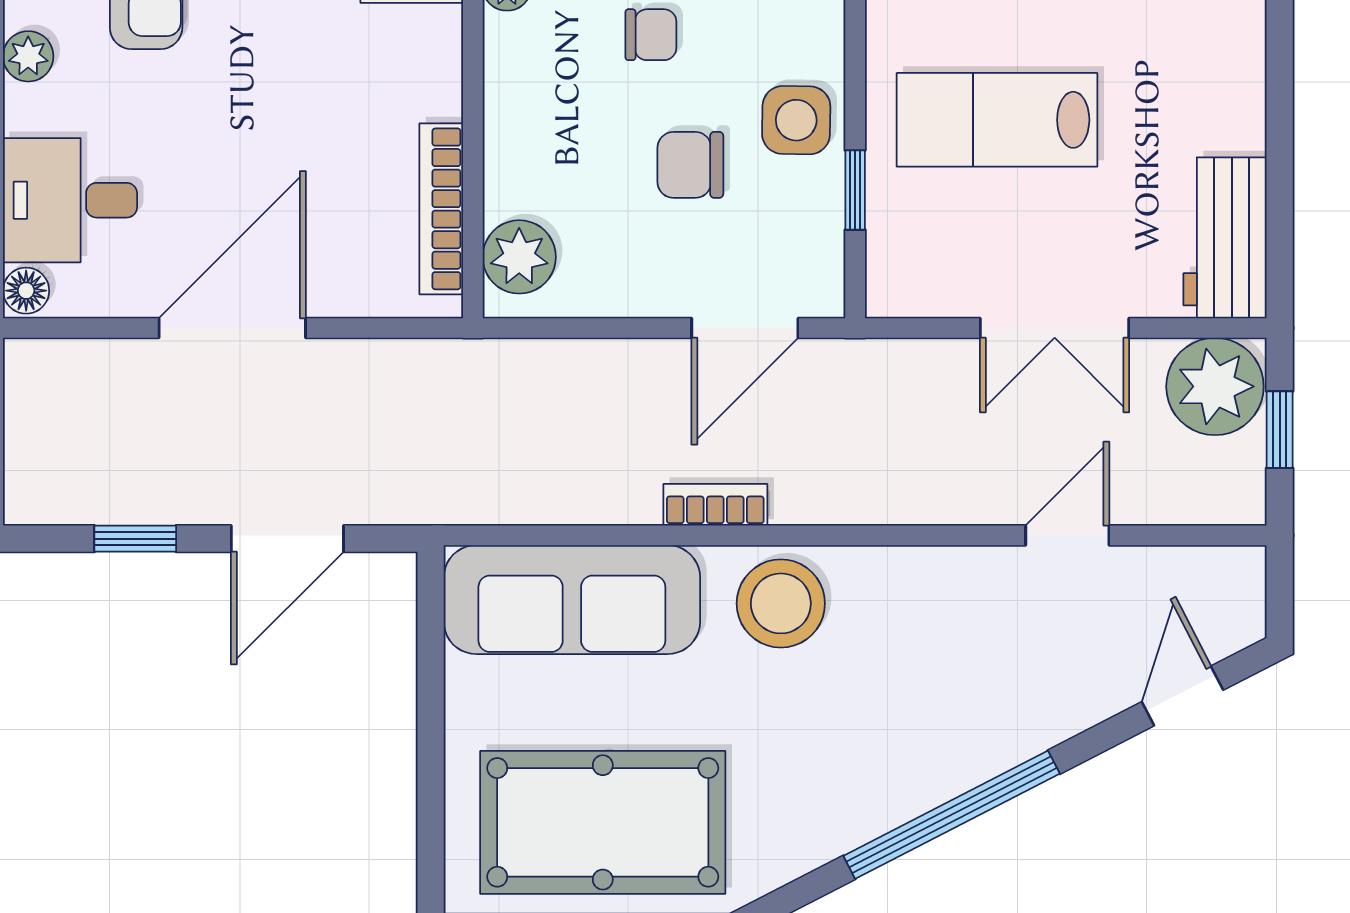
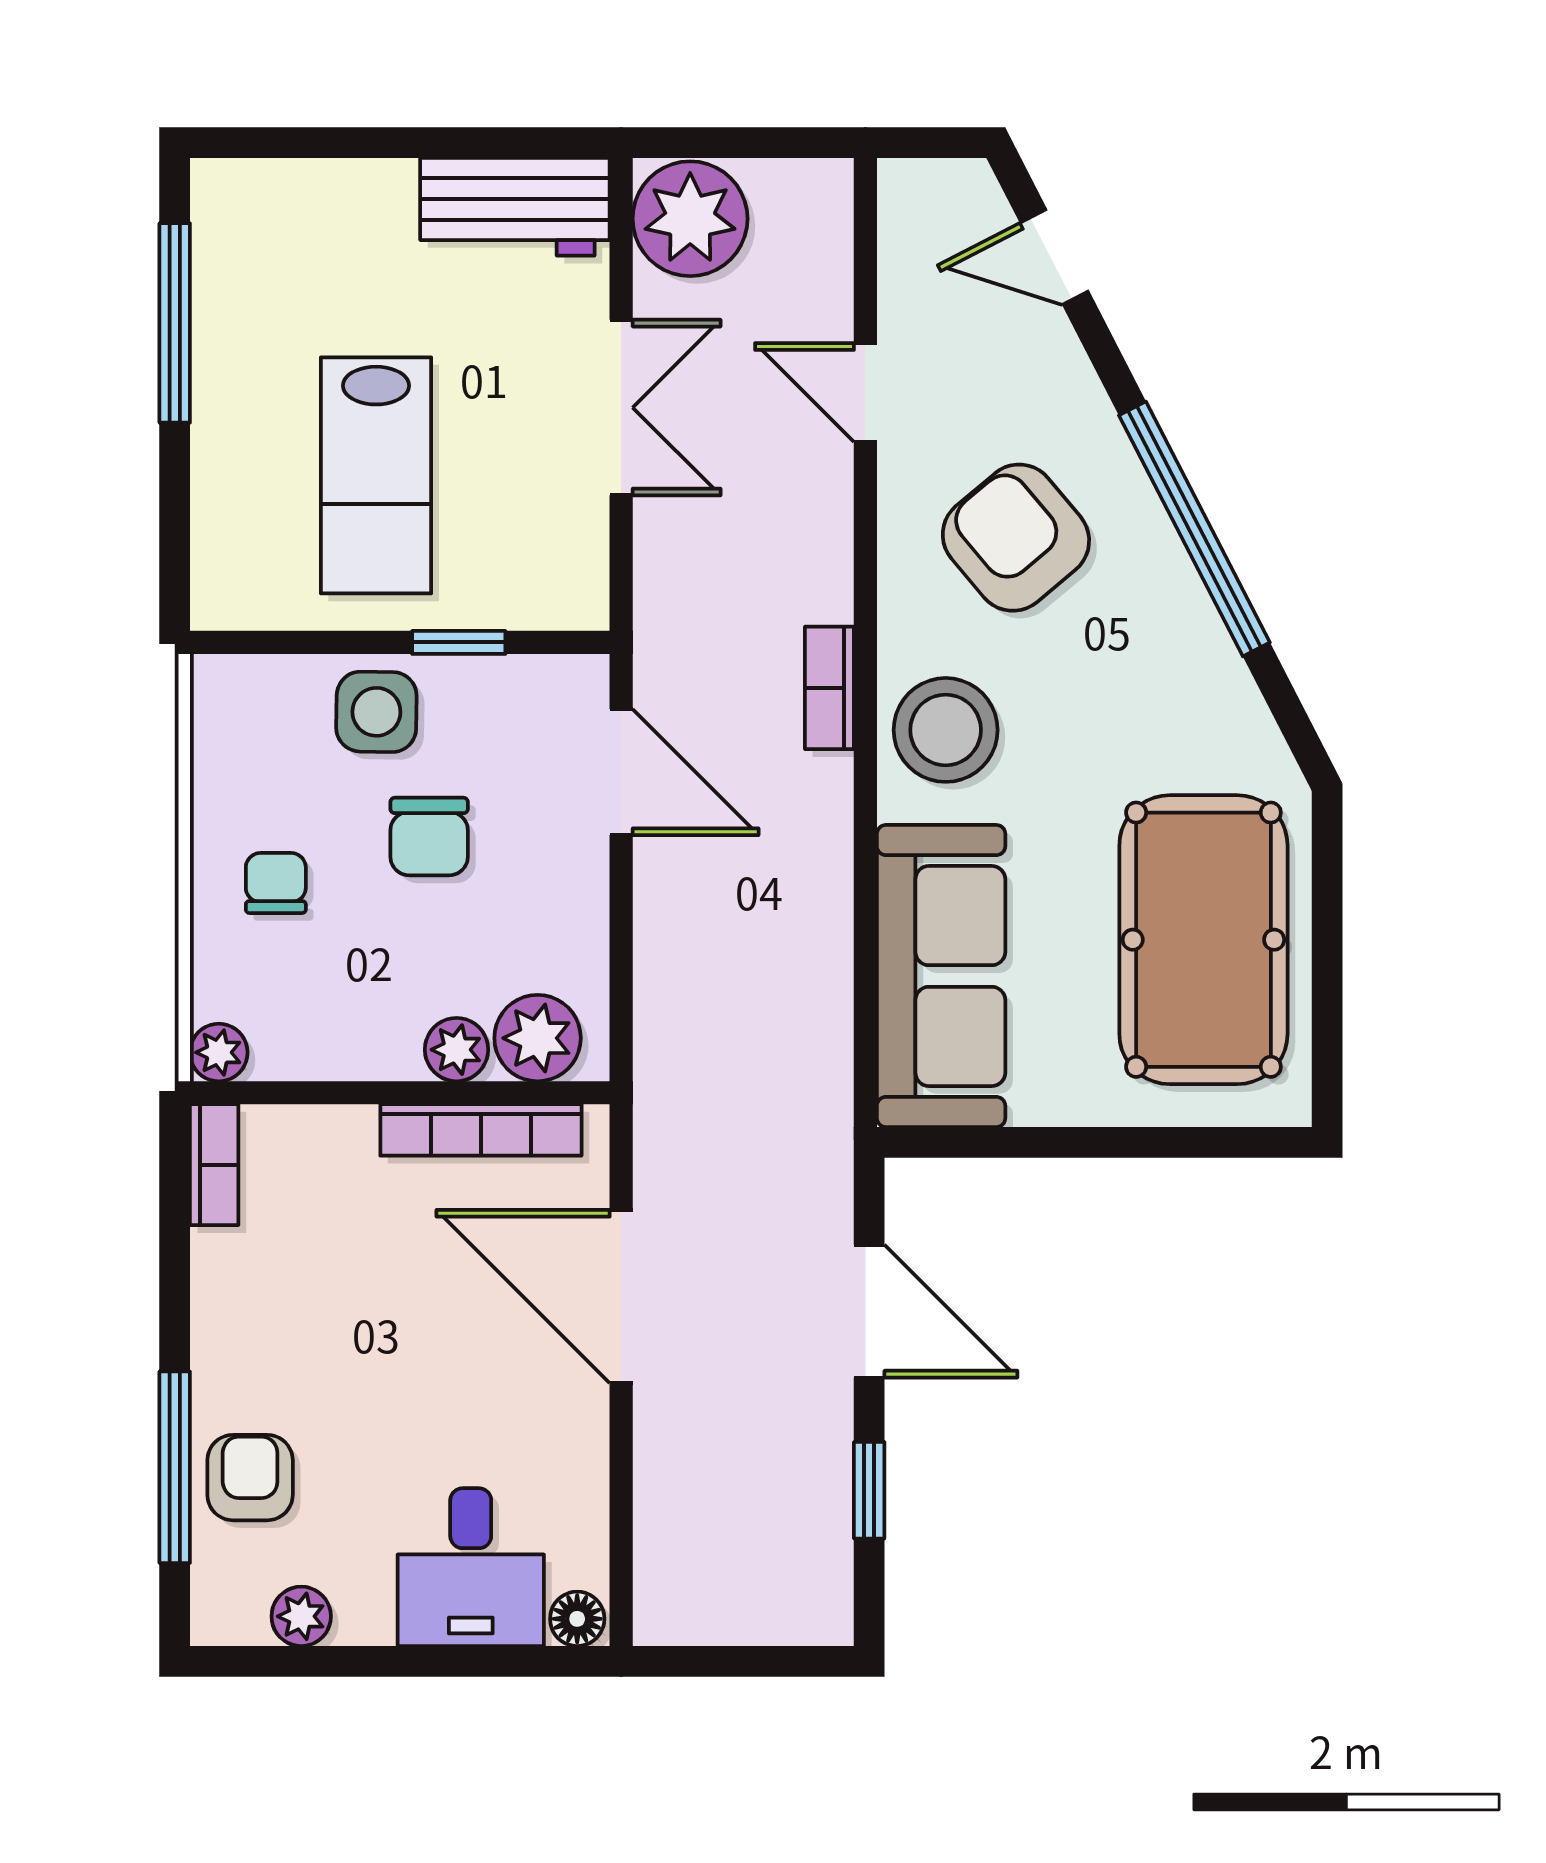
plant: (509, 188) -> (457, 1050), added
door: (232, 328) -> (621, 1296), moved
window: (1280, 430) -> (741, 143), removed
bookcase: (715, 505) -> (829, 688), moved
armchair: (944, 663) -> (1016, 538), added

